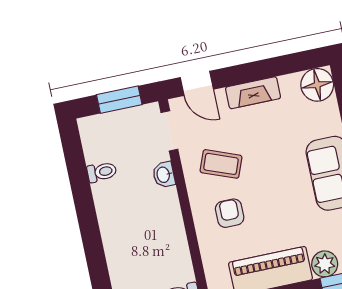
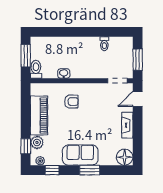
coffee table: (221, 164) -> (96, 102), removed
washbasin: (164, 175) -> (64, 74), moved

